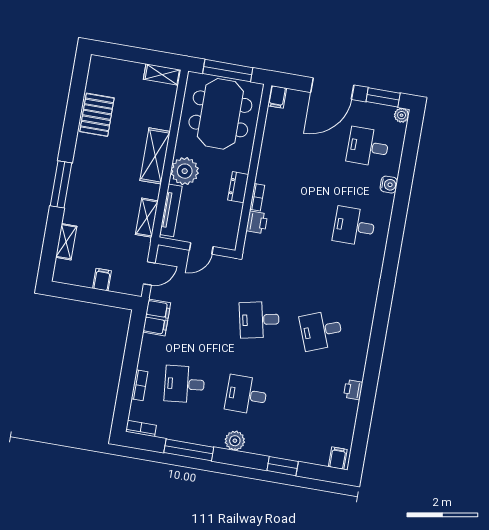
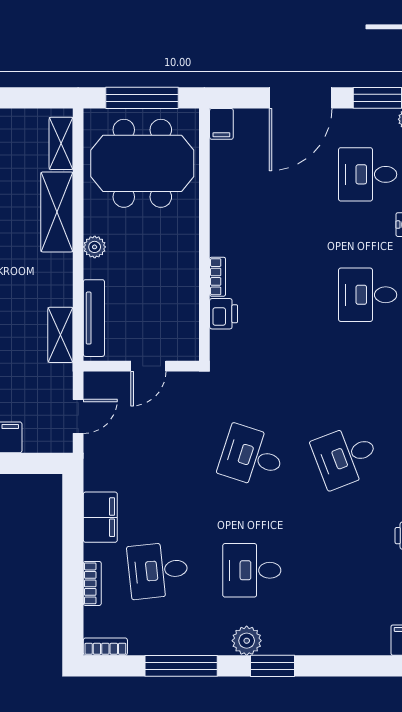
shelving: (162, 74) -> (61, 143), moved, turned 90
meeting table: (220, 114) -> (142, 163), turned 90
shelving: (155, 156) -> (57, 212), moved
plant: (185, 171) -> (95, 247), width x0.53, depth x0.53
dresser: (238, 187) -> (187, 267), removed
filing cabinet: (157, 317) -> (100, 517), moved
desk: (259, 320) -> (252, 456), turned 30
window: (283, 466) -> (273, 666), moved

